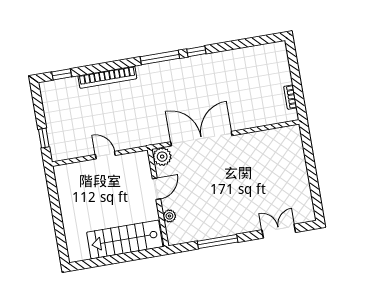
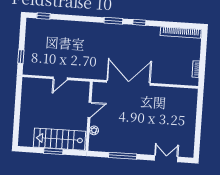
window: (160, 58) -> (113, 21), width x0.69
bookcase: (107, 77) -> (181, 32), moved
door: (105, 155) -> (60, 78), swing flipped
plant: (162, 157) -> (99, 89), removed
window: (120, 258) -> (53, 151), added

